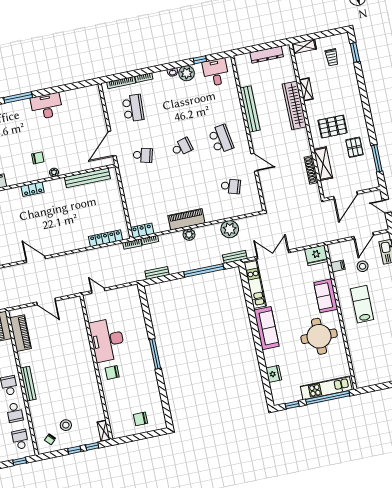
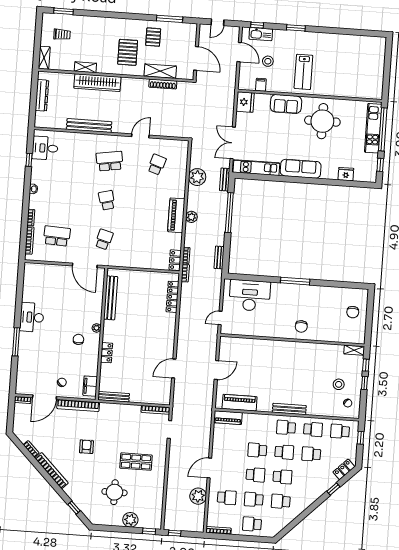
plant: (187, 73) -> (38, 176), removed
pallet: (354, 147) -> (153, 37), turned 90
lab bench: (362, 304) -> (303, 72), turned -90
desk: (107, 340) -> (250, 296), moved, turned 180

